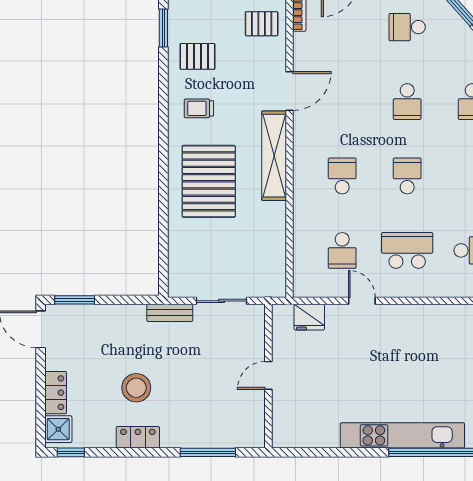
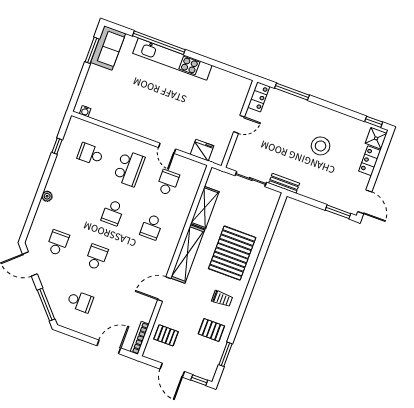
shelving: (274, 234) -> (205, 208), added
school desk: (407, 250) -> (129, 168), turned -90
locker: (138, 437) -> (259, 97), moved, turned -90

